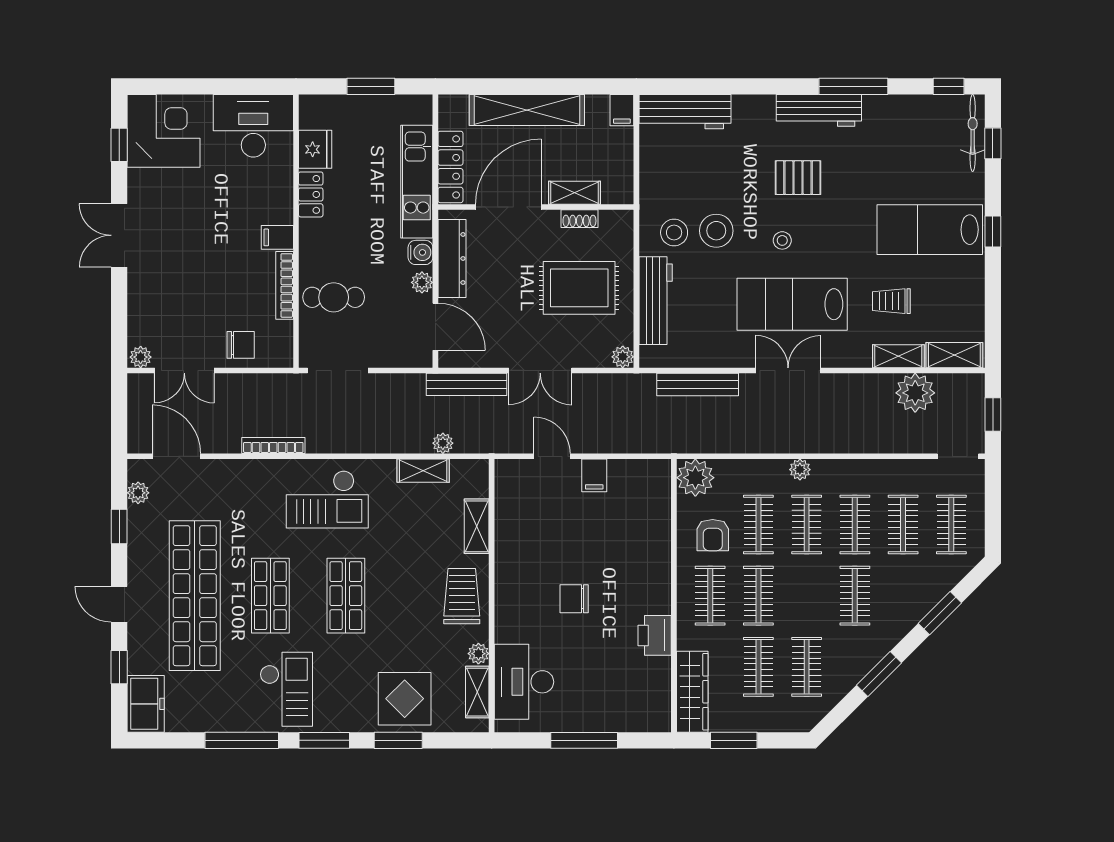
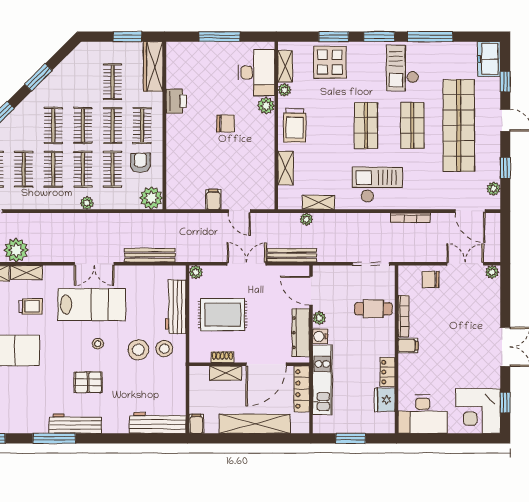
plant: (508, 628) -> (266, 106), added
clothes rail: (807, 667) -> (83, 126), moved

